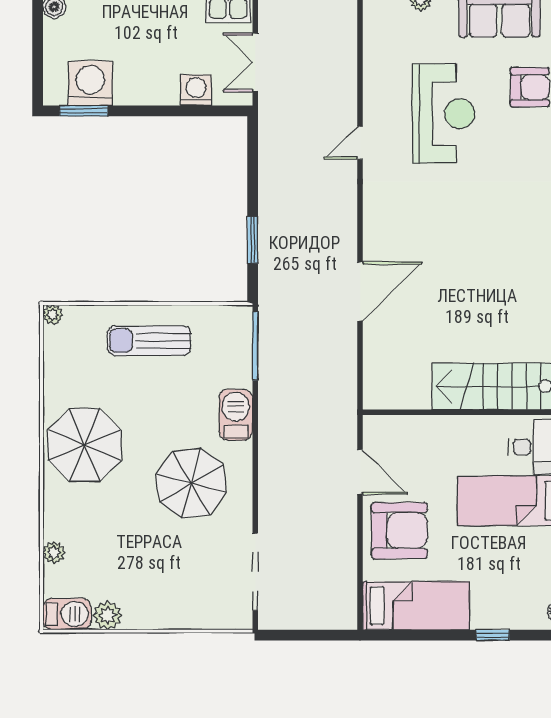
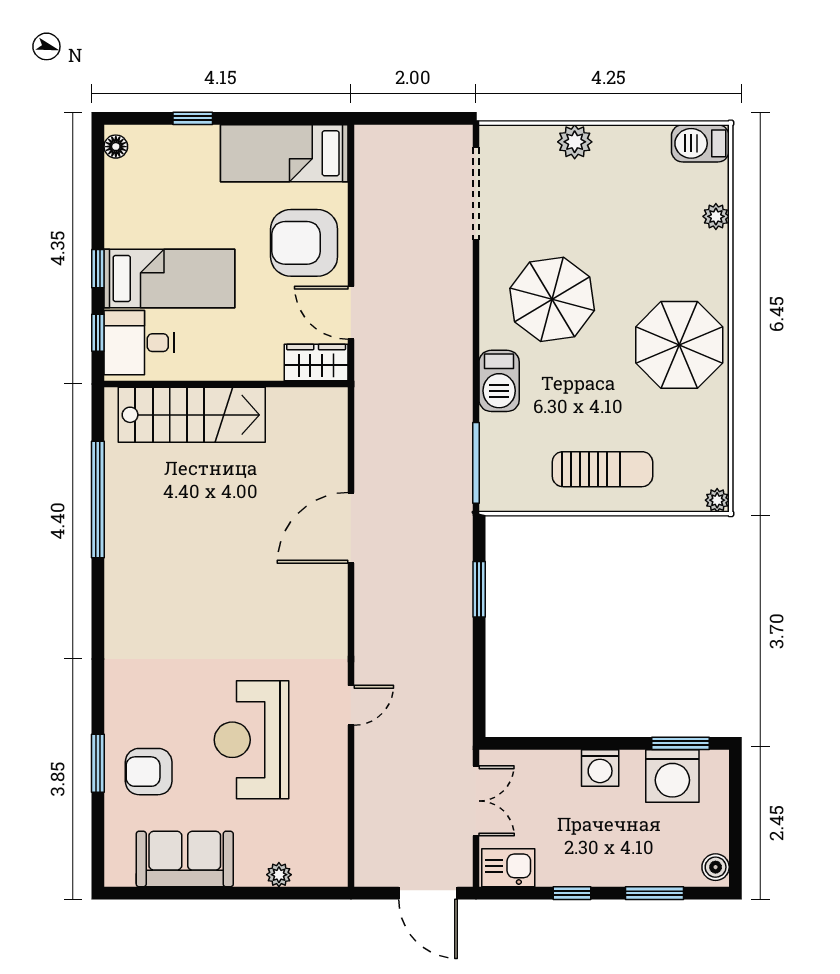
washing machine: (196, 90) -> (600, 768), moved
wardrobe: (389, 430) -> (316, 362), added
plant: (107, 615) -> (575, 142), moved

